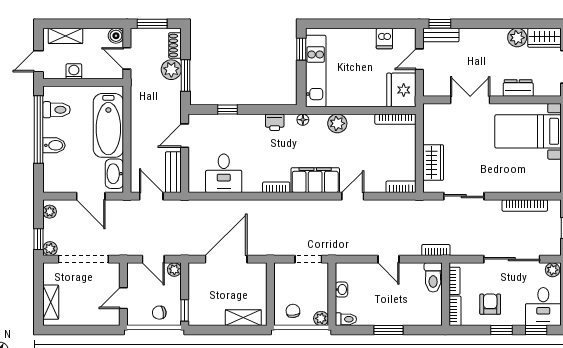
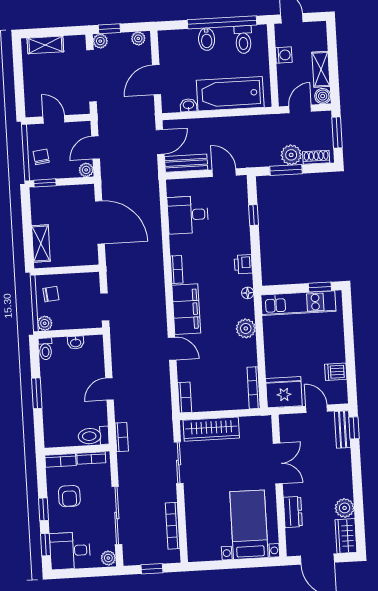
shelving: (65, 36) -> (321, 69), moved
wardrobe: (433, 163) -> (211, 429), width x1.50
washbasin: (114, 174) -> (188, 105), width x0.52, depth x0.69
armchair: (490, 304) -> (69, 496), turned 90

